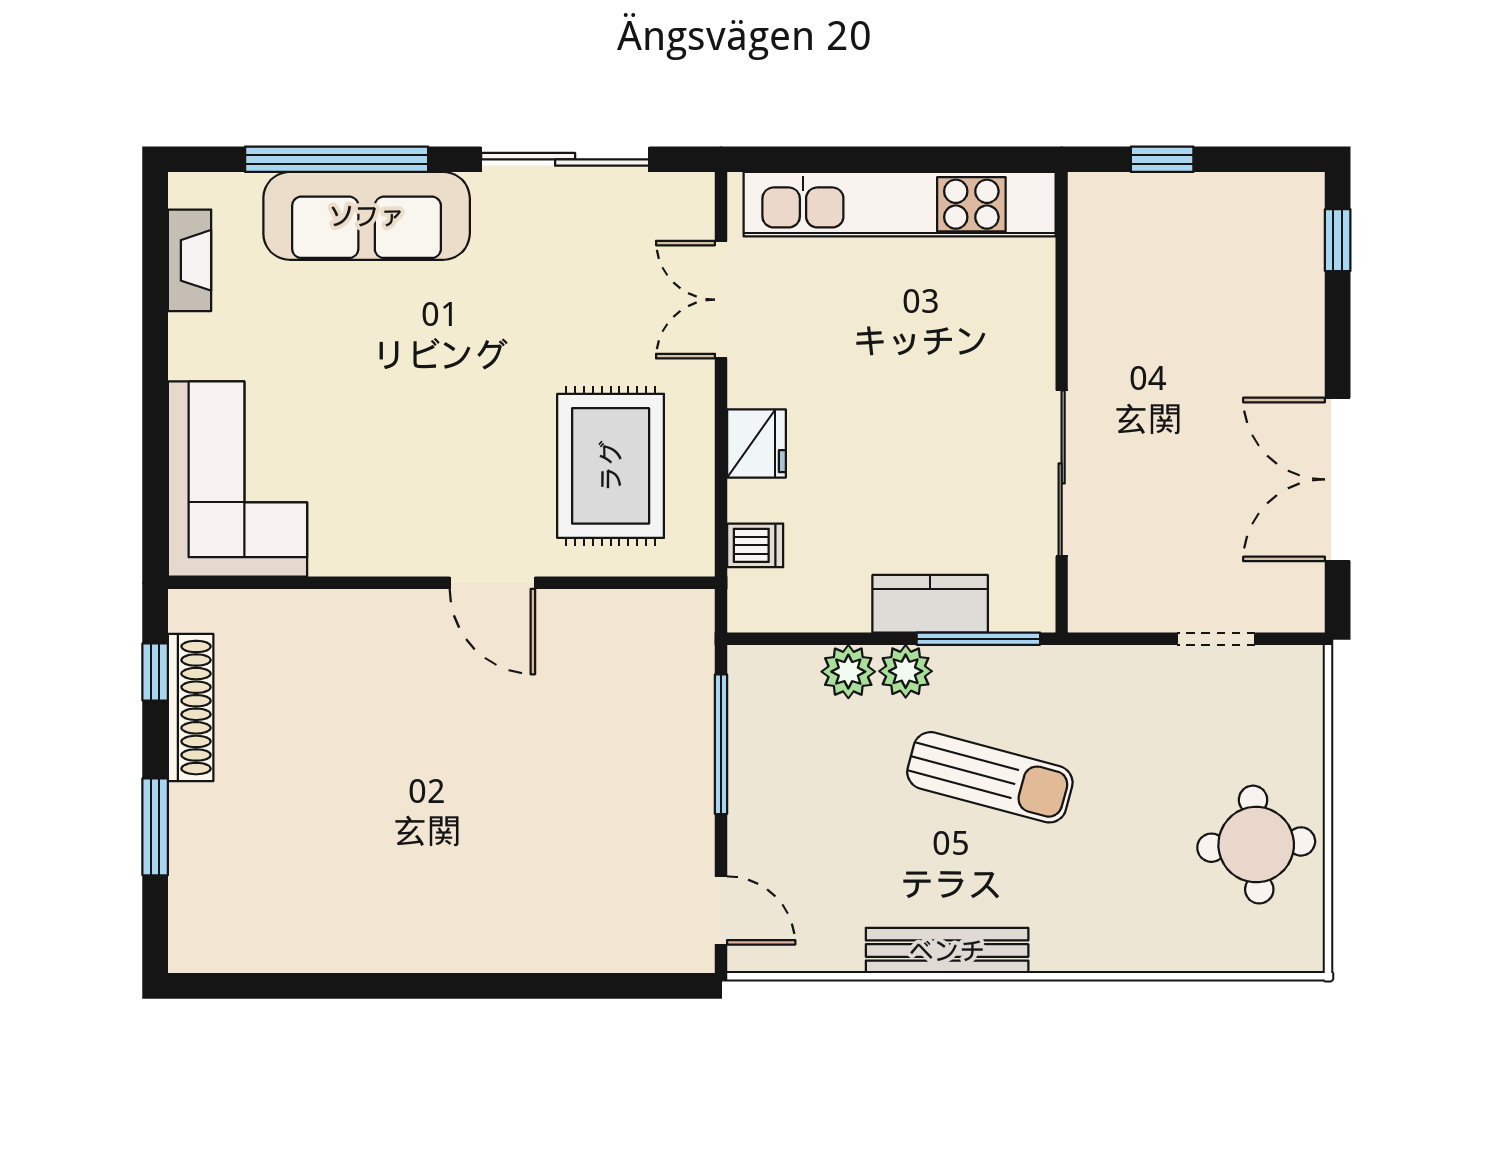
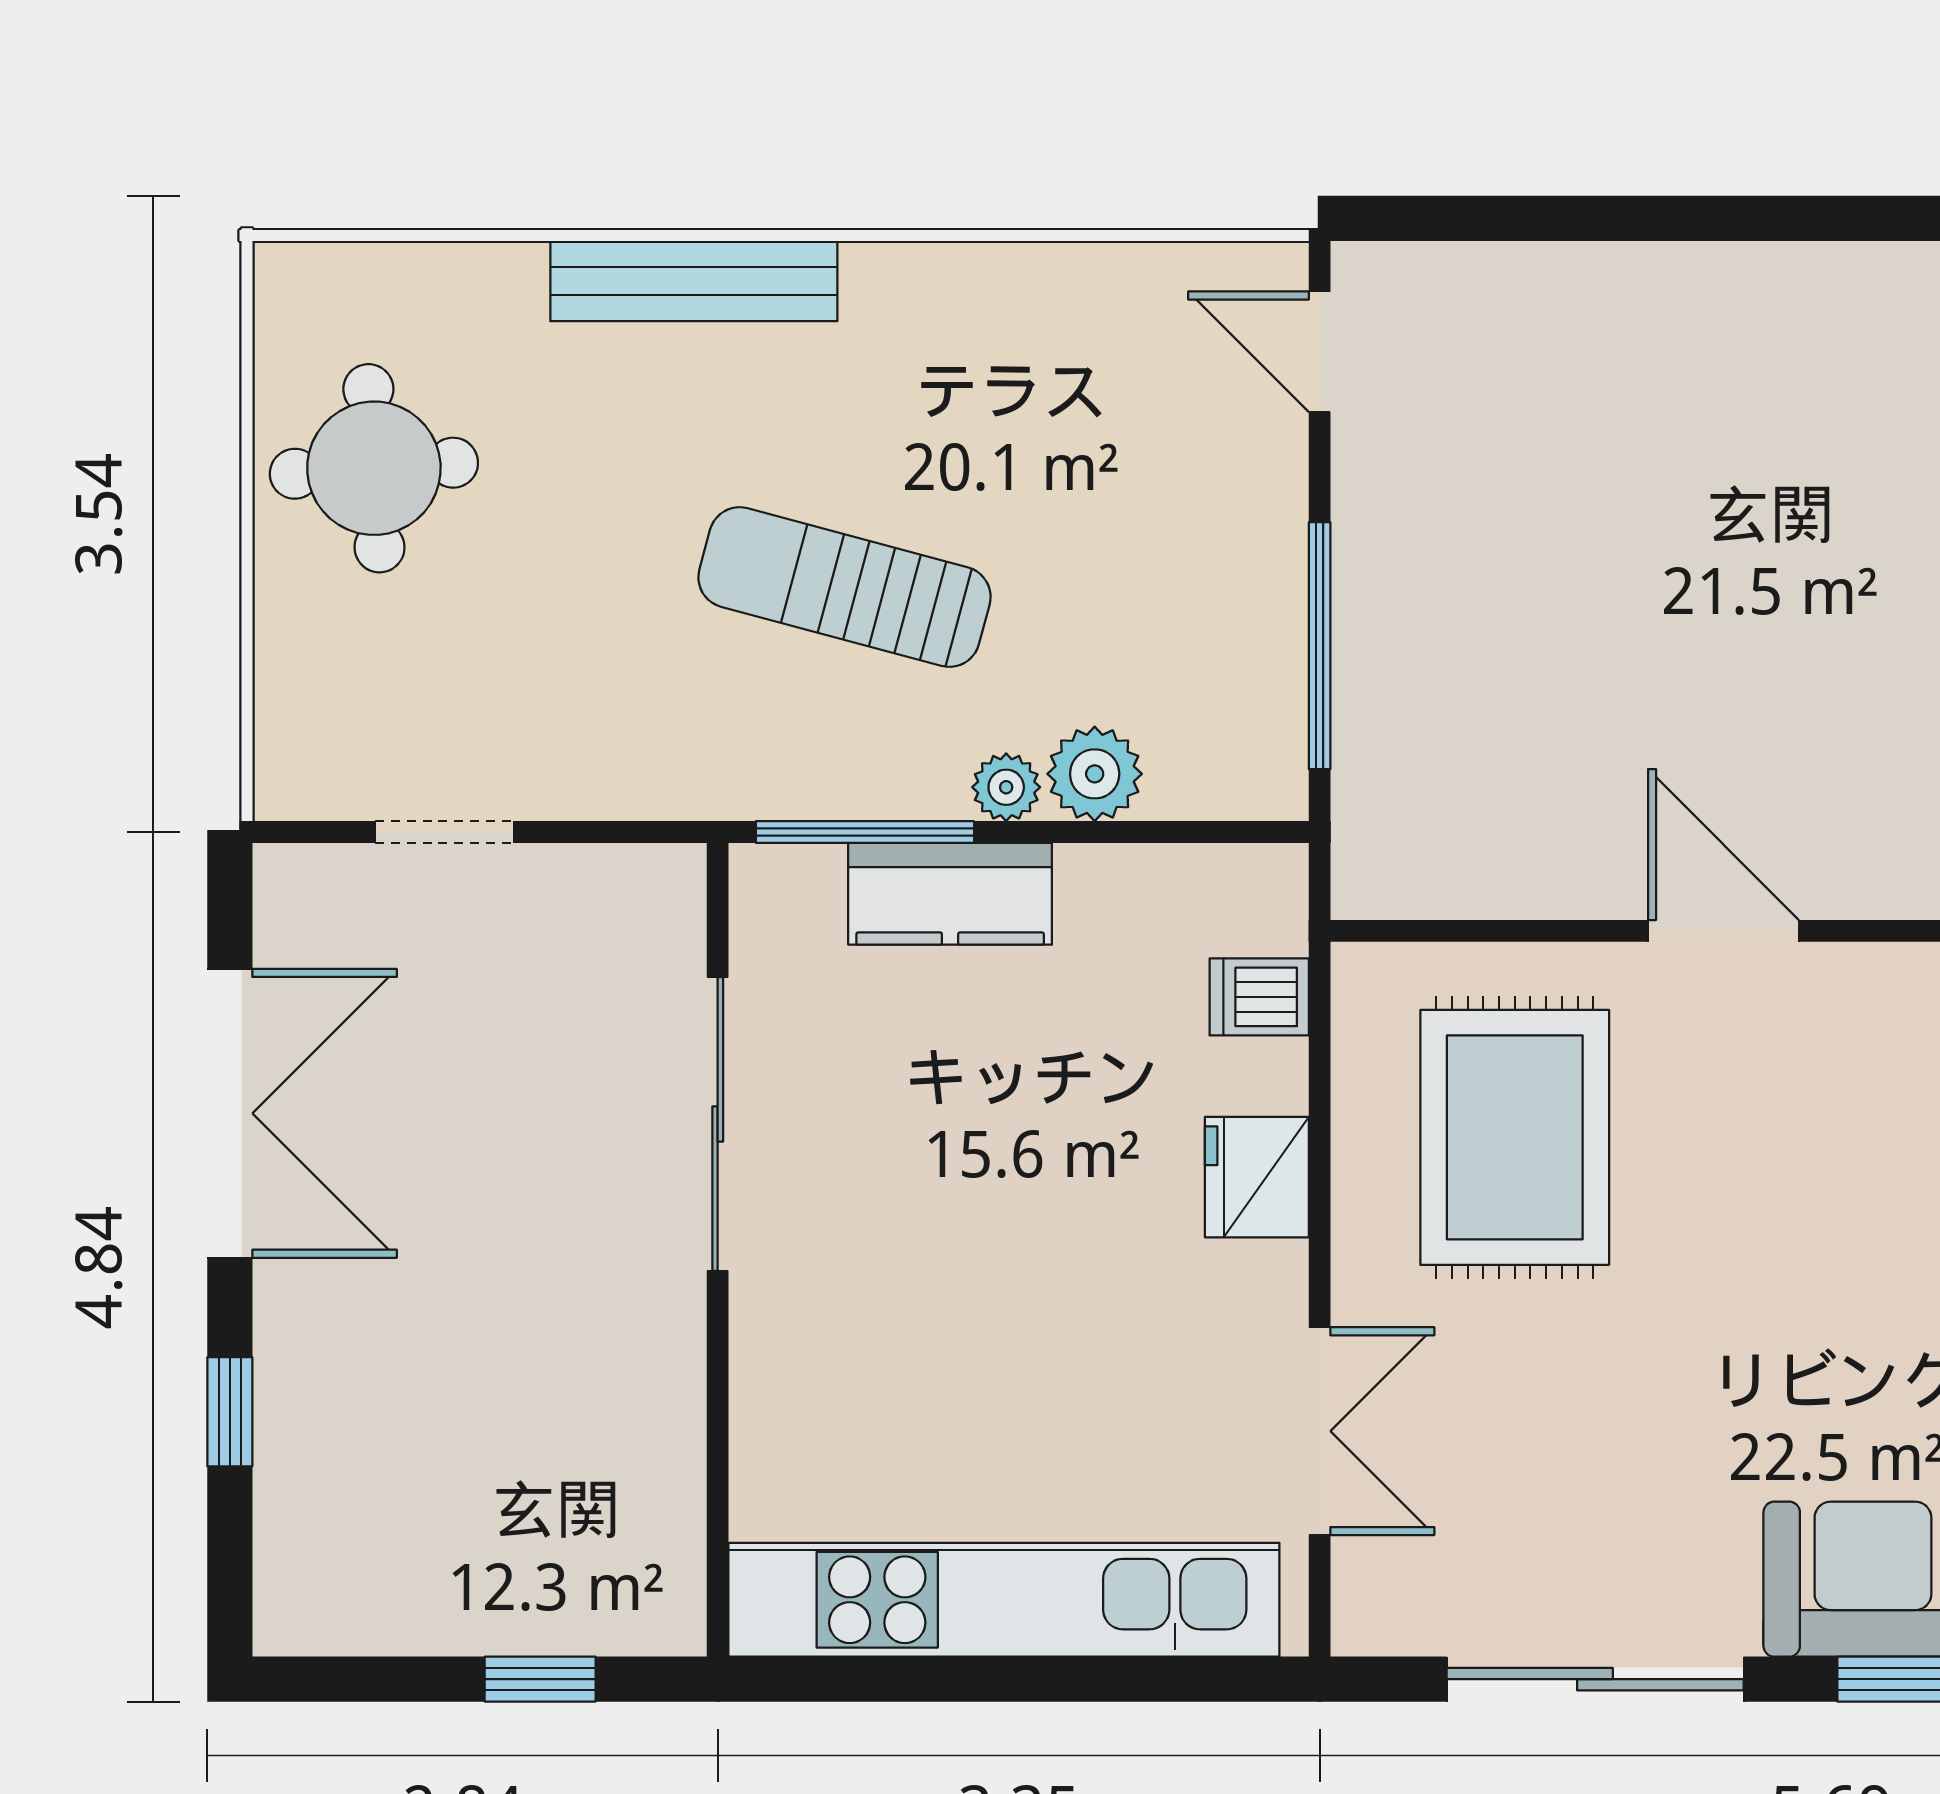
window: (1338, 240) -> (230, 1412), moved
plant: (906, 671) -> (1006, 787), width x0.73, depth x0.73
bench: (947, 951) -> (694, 281), moved

